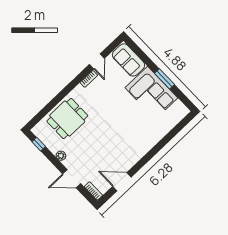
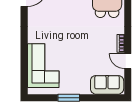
corner sofa: (151, 93) -> (43, 66), moved, turned 90

